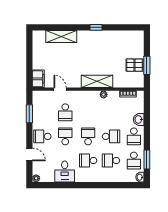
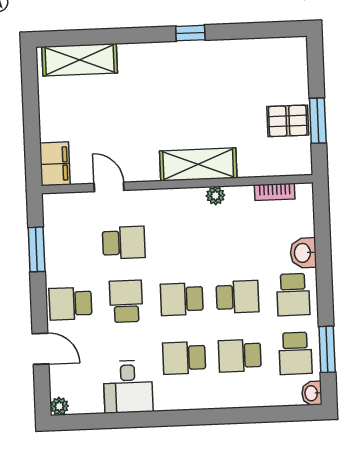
shelving: (61, 37) -> (80, 60), moved
school desk: (65, 112) -> (124, 243), turned -90
school desk: (88, 136) -> (182, 299), turned -90

